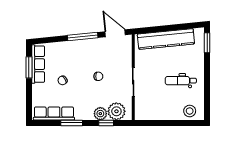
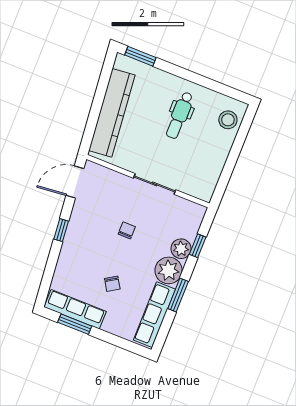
window: (83, 37) -> (61, 230), width x0.46
plant: (116, 111) -> (169, 270), moved

